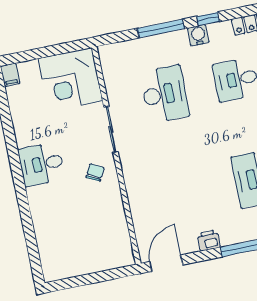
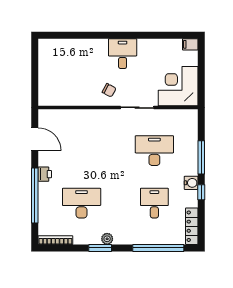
desk: (165, 94) -> (154, 151), turned 180
printer: (209, 240) -> (45, 174), moved
door: (166, 263) -> (35, 139), moved

